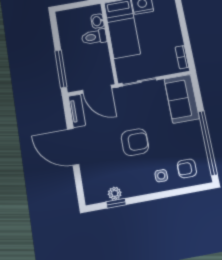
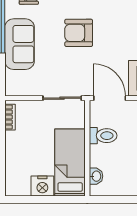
toilet: (94, 37) -> (103, 136), moved
sofa: (182, 99) -> (20, 44), moved

